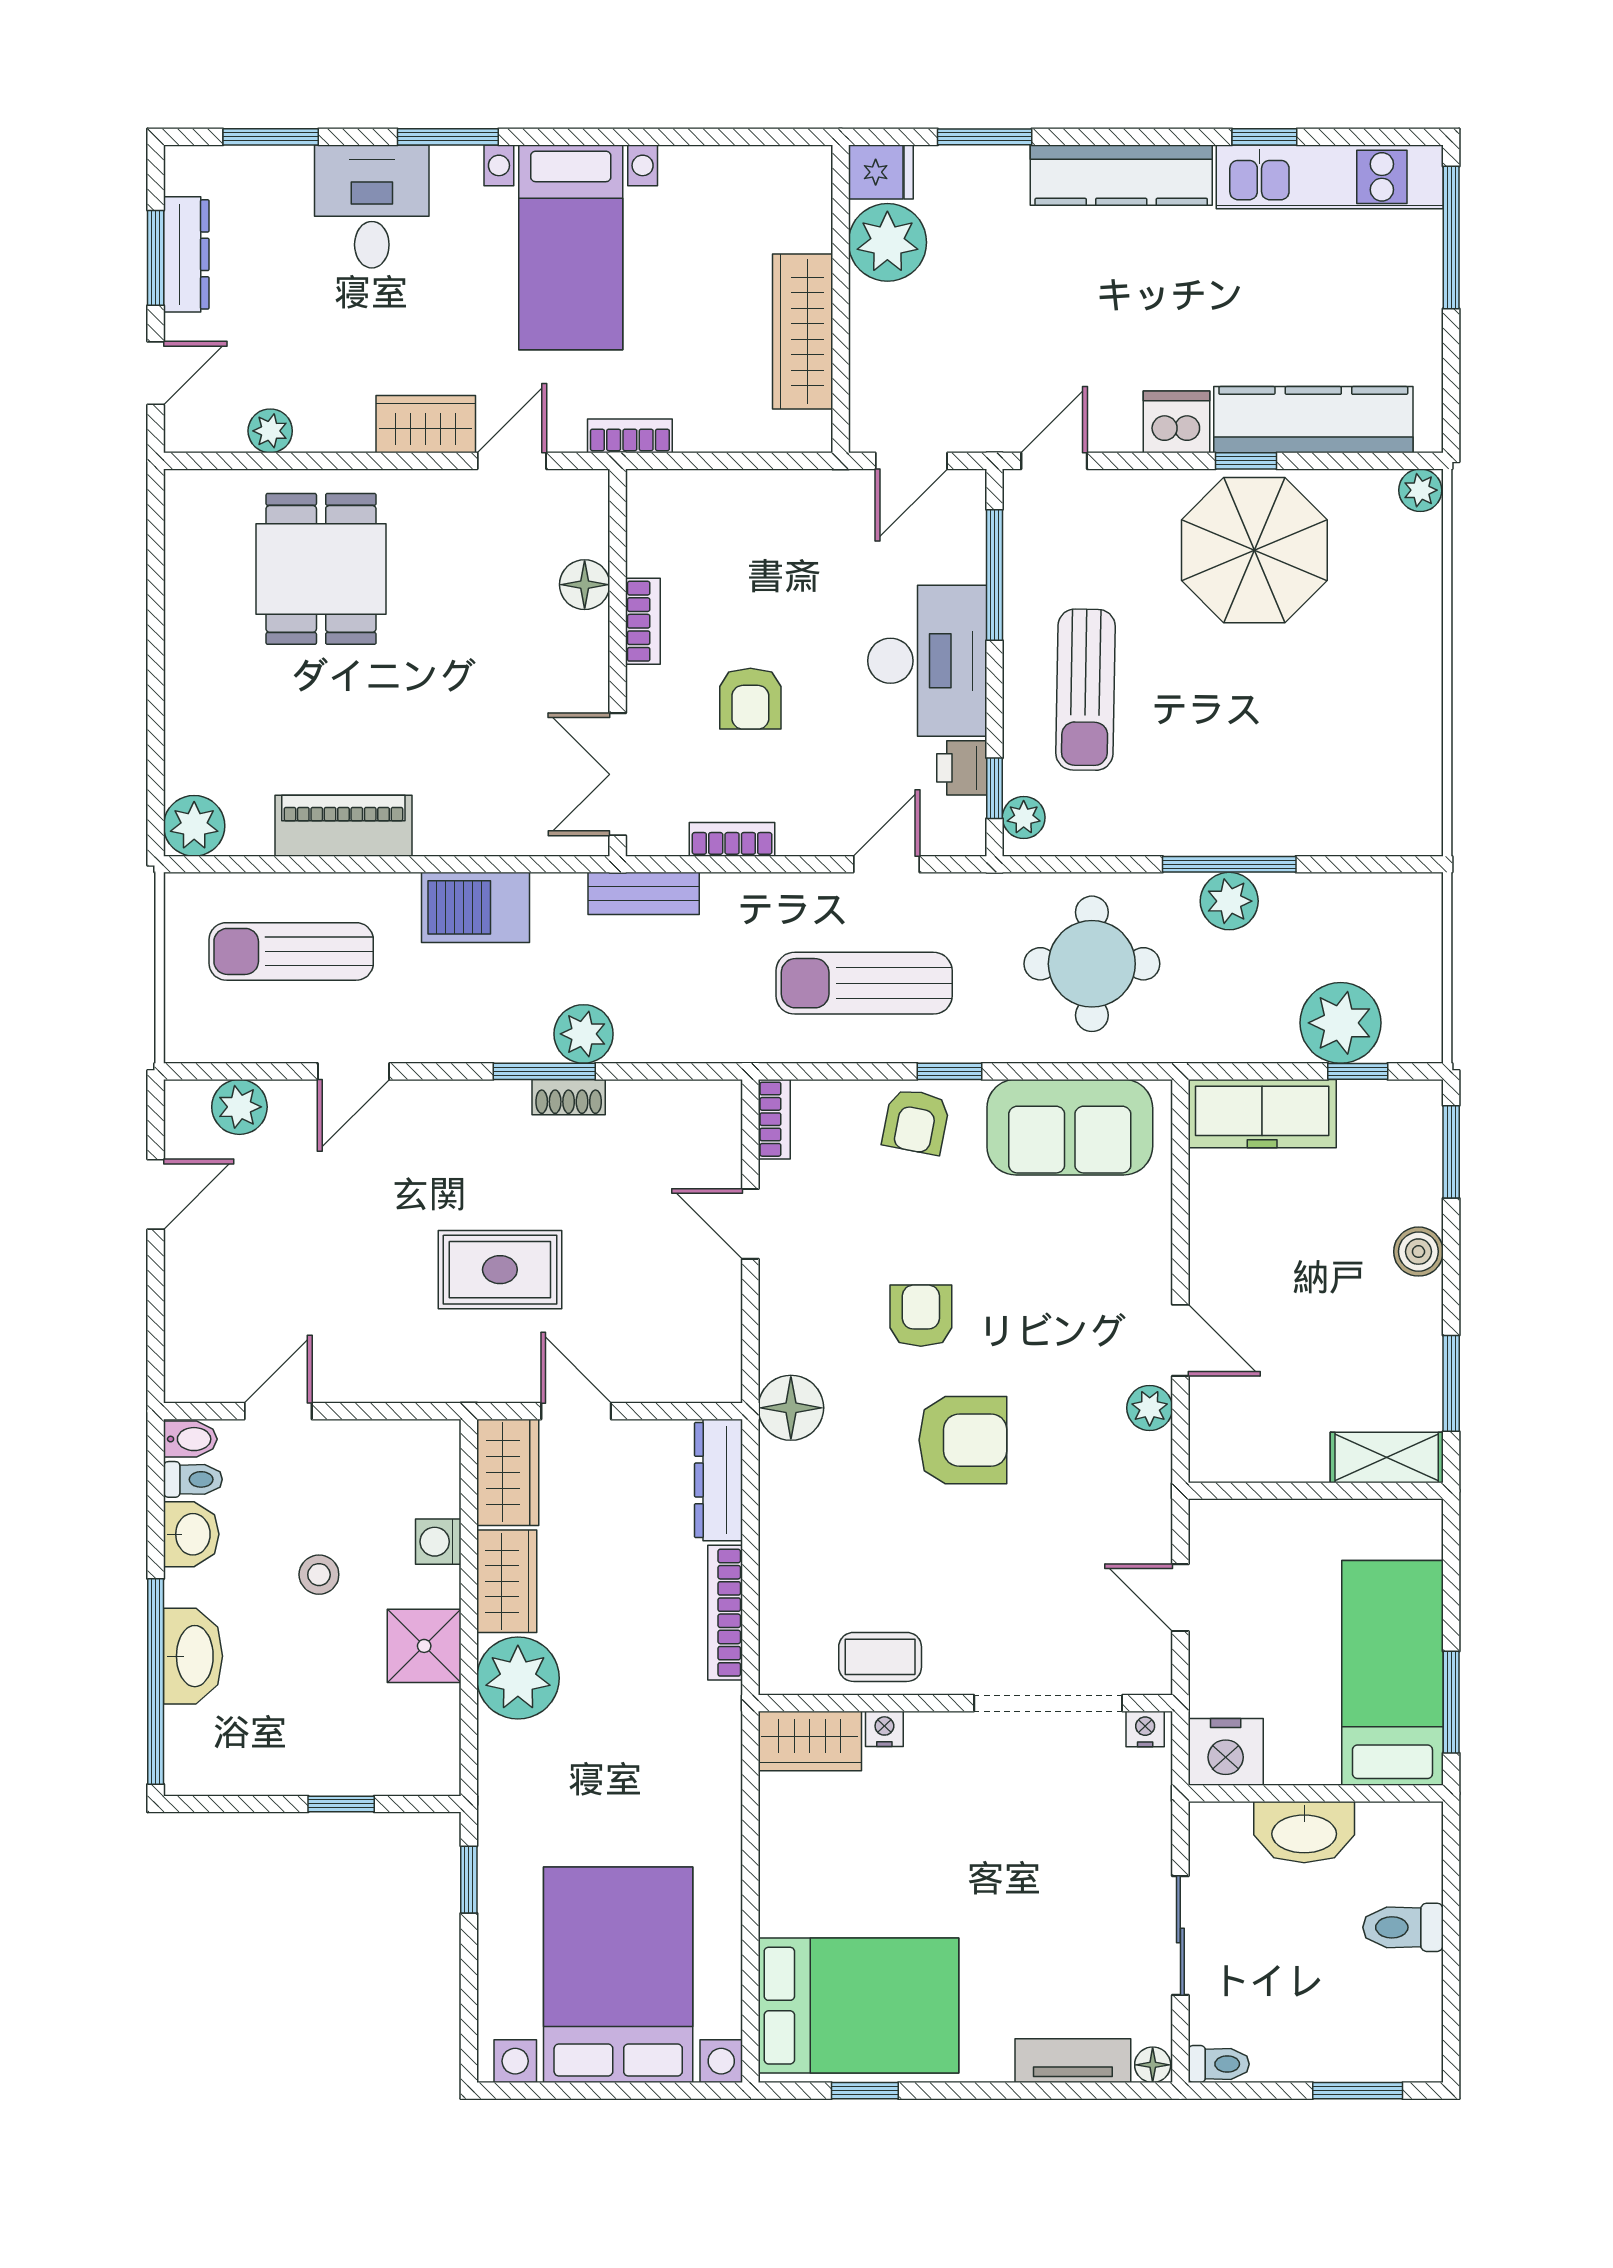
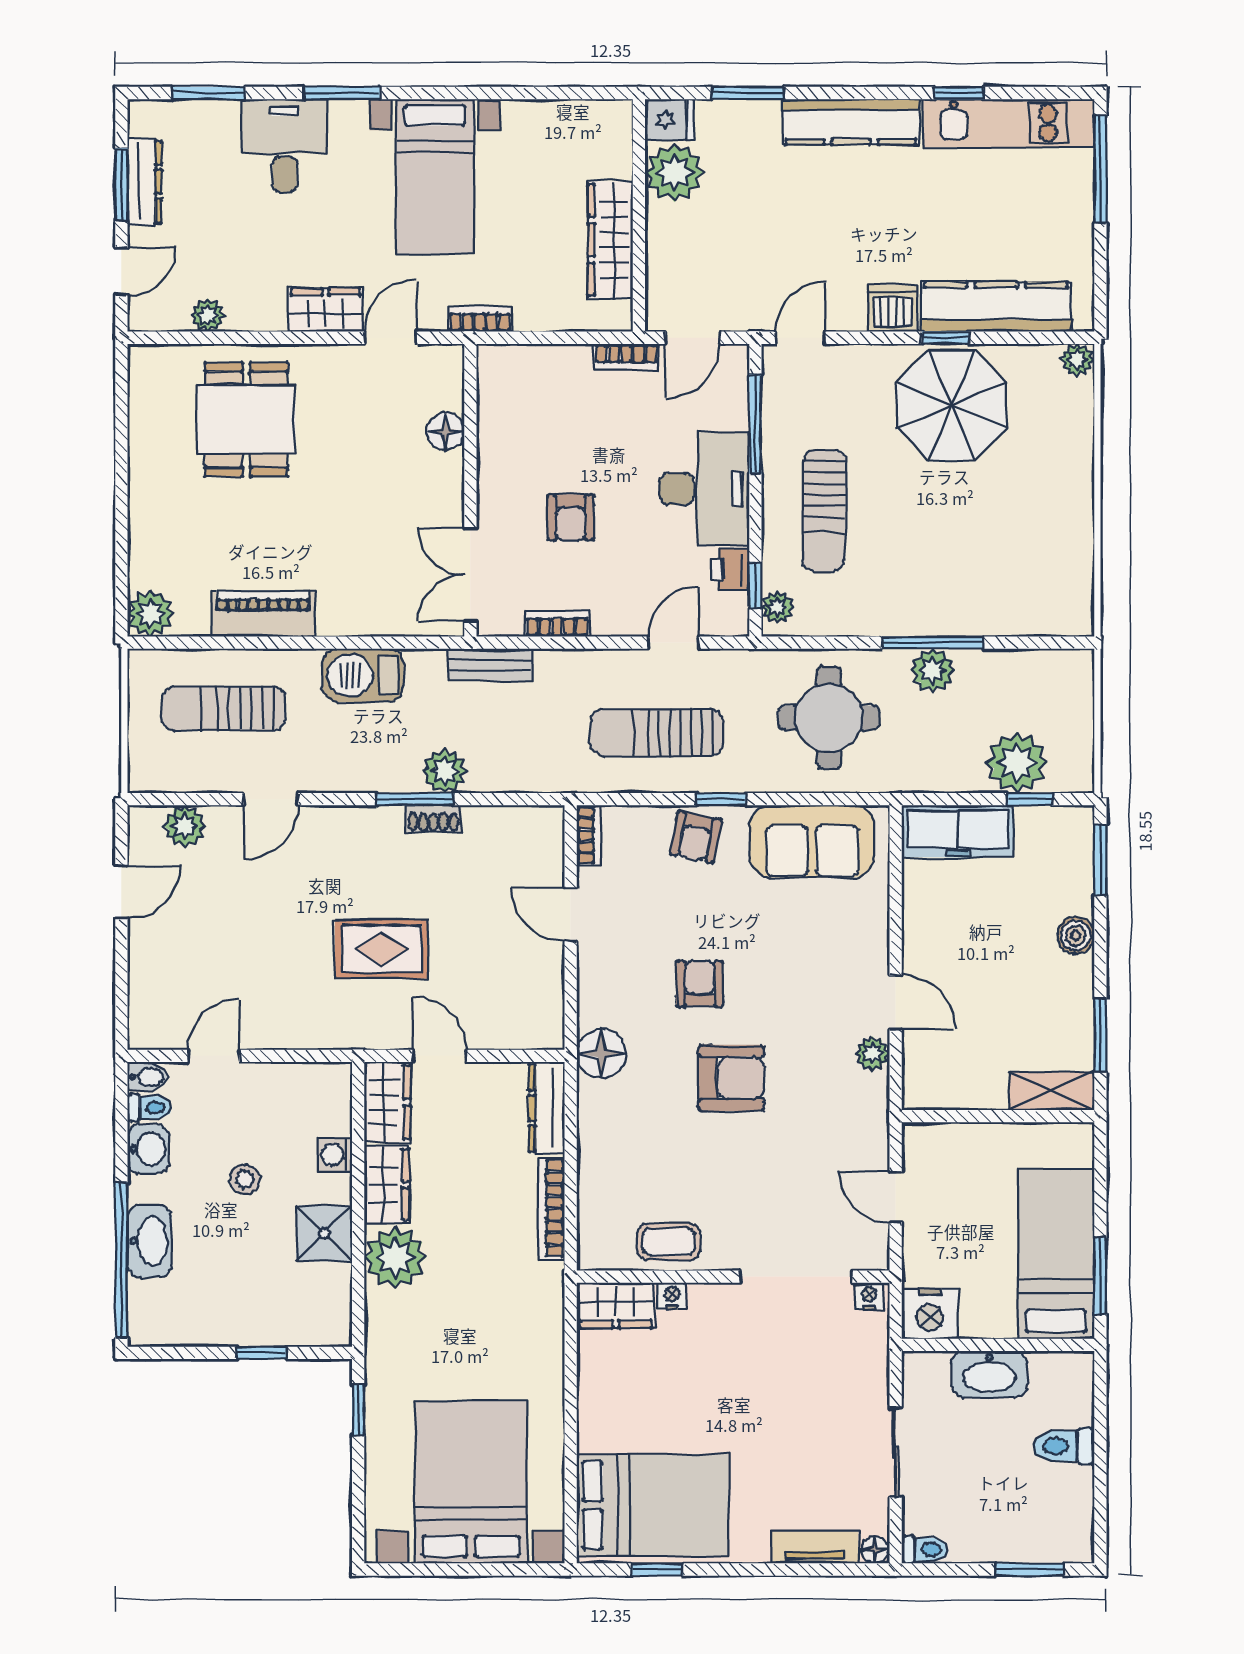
bookcase: (643, 621) -> (626, 357), moved, turned 90

